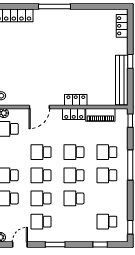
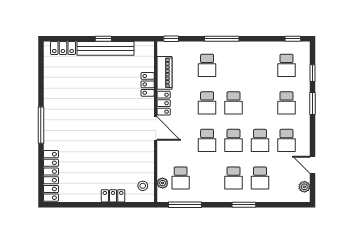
bench: (122, 80) -> (105, 48), moved
locker: (76, 100) -> (148, 84), moved
door: (39, 107) -> (156, 129), moved
school desk: (107, 175) -> (234, 65), removed
school desk: (74, 198) -> (286, 103), moved
window: (55, 244) -> (313, 103), moved

